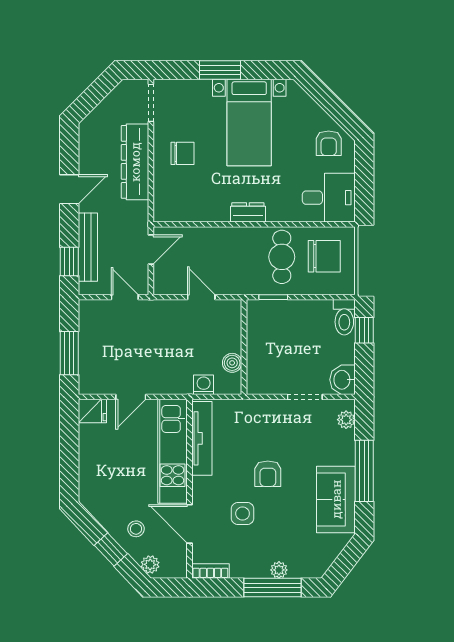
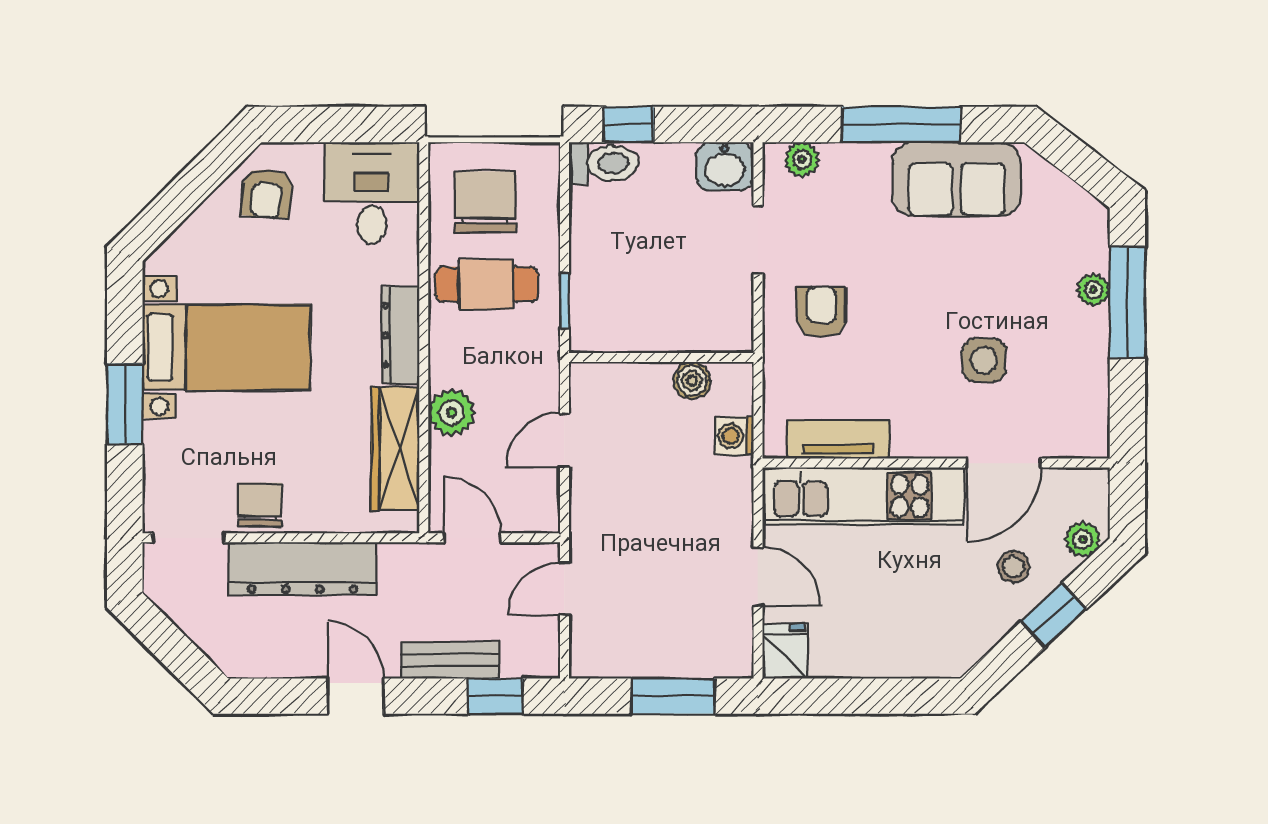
armchair: (329, 143) -> (267, 193), turned 95
chair: (182, 153) -> (260, 505), moved
wardrobe: (197, 210) -> (396, 449), added
dresser: (248, 212) -> (400, 335), width x1.44
plant: (216, 239) -> (452, 413), added
bench: (88, 247) -> (450, 660), width x0.73
tv unit: (202, 438) -> (838, 439), width x0.71
armchair: (268, 474) -> (821, 312), moved, turned -90
bookcase: (210, 571) -> (1095, 423), removed

